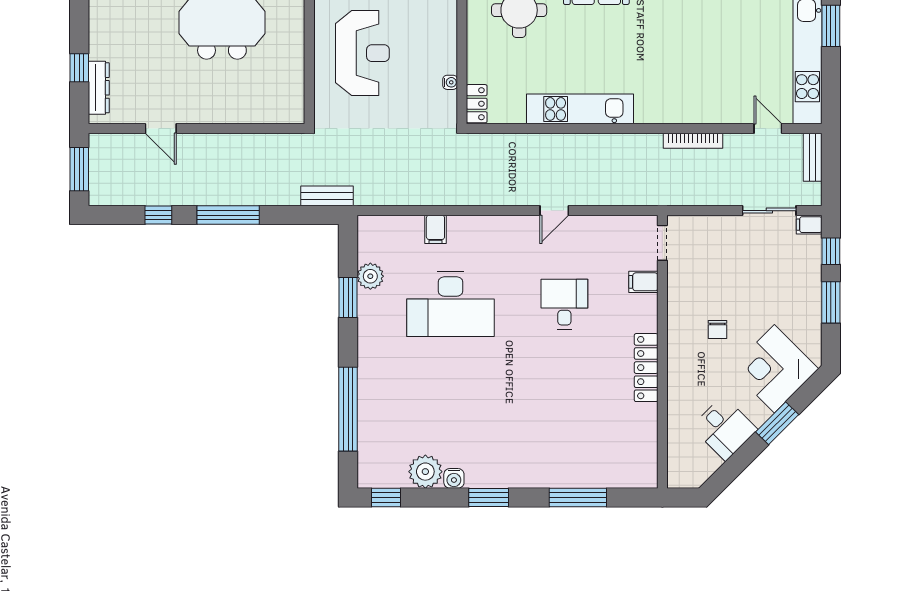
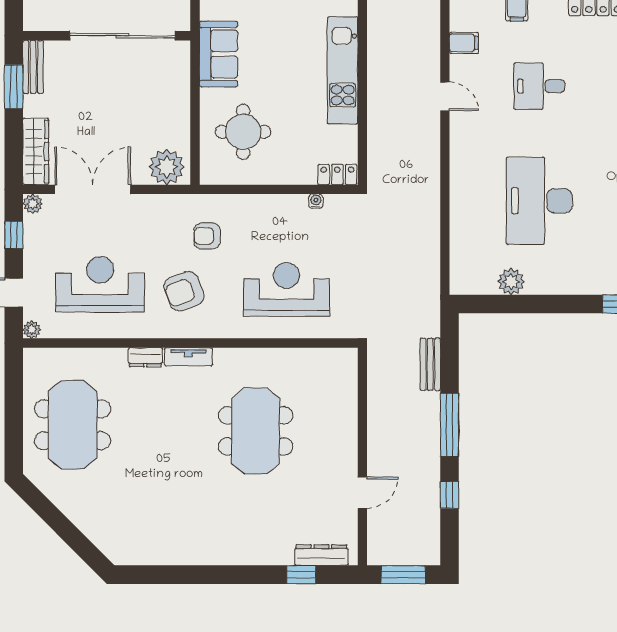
bench: (327, 196) -> (430, 364), moved
filing cabinet: (435, 229) -> (464, 43), moved
window: (348, 297) -> (532, 304), removed
desk: (450, 304) -> (539, 201), turned 180

